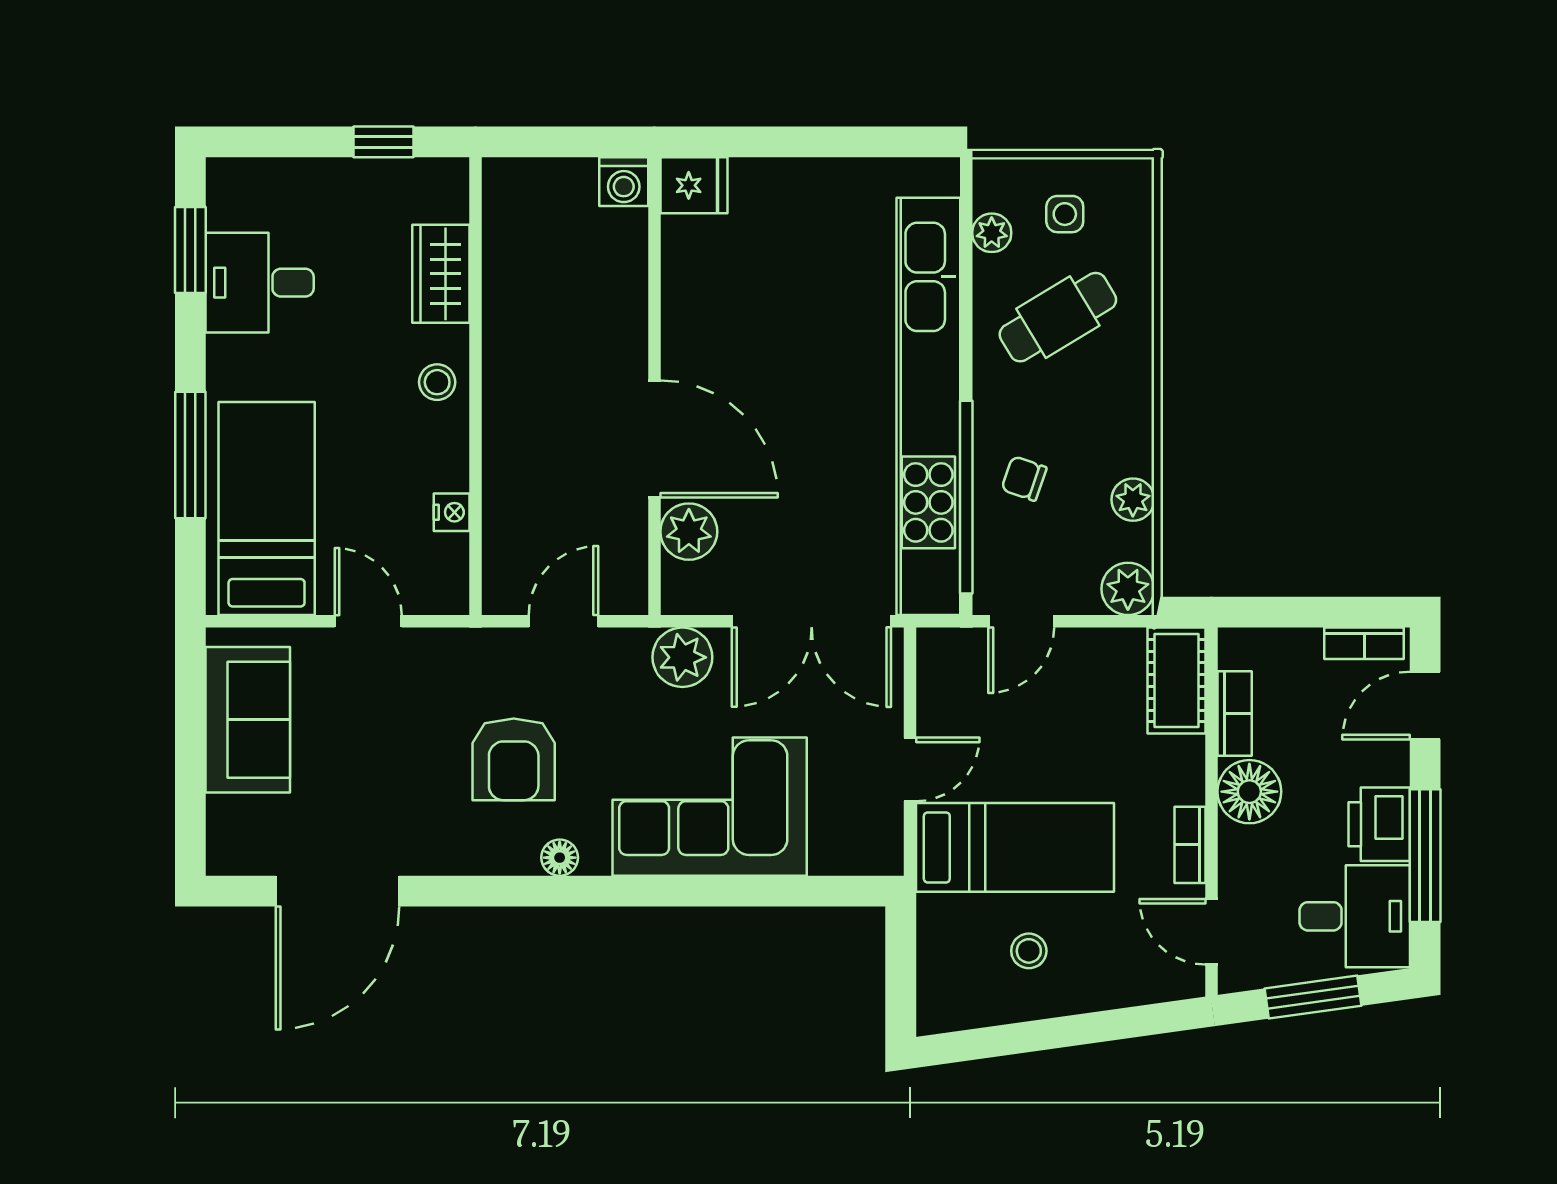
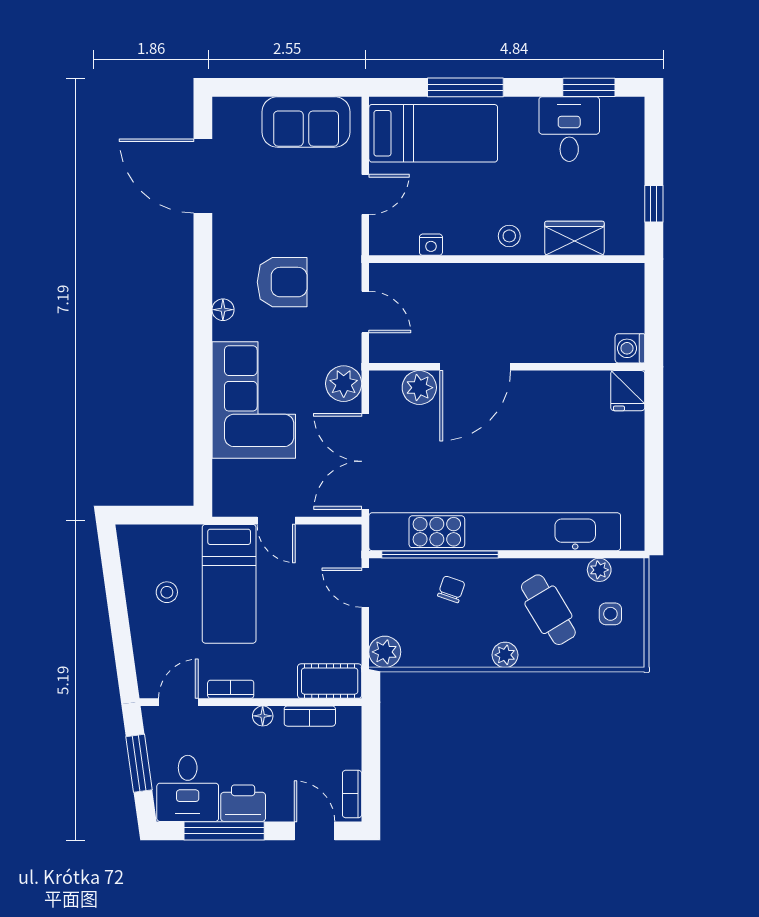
plant: (1133, 500) -> (505, 655), moved
armchair: (514, 759) -> (282, 282), turned 180
floor lamp: (1249, 792) -> (263, 716), width x0.53, depth x0.53

